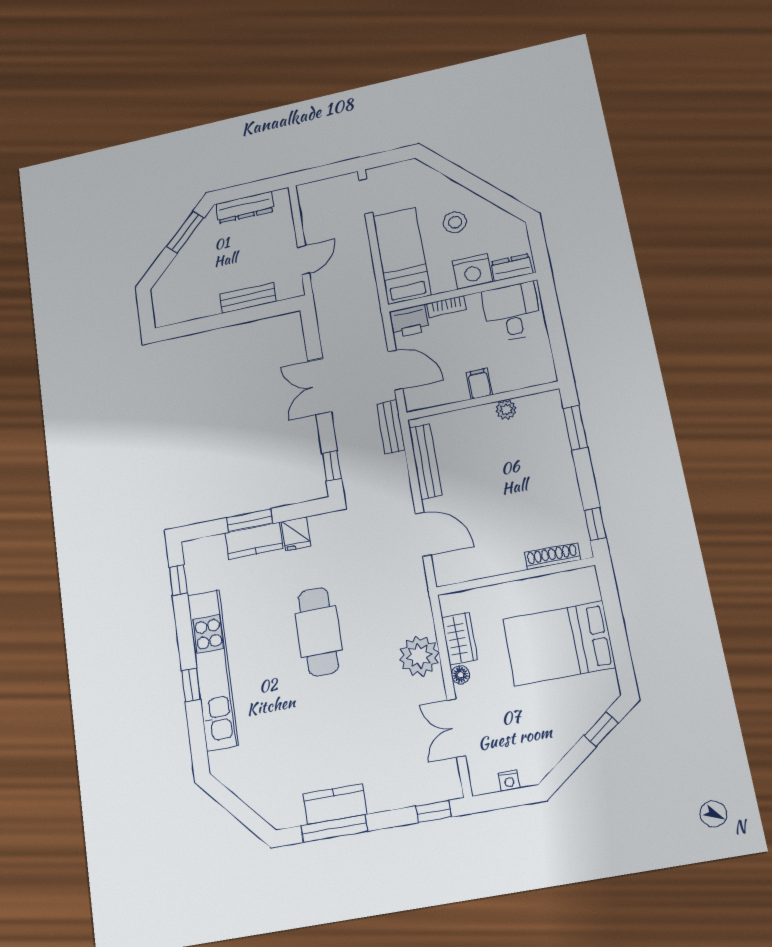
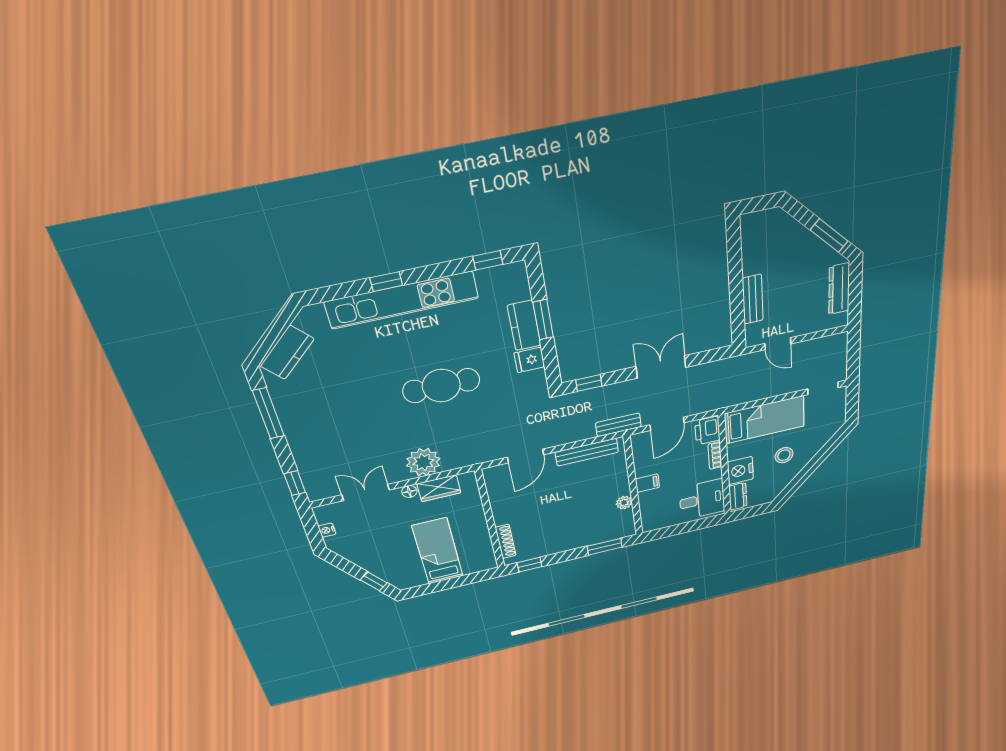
bed: (559, 643) -> (438, 551), width x0.67
kitchen counter: (335, 804) -> (287, 352), moved, turned 48

